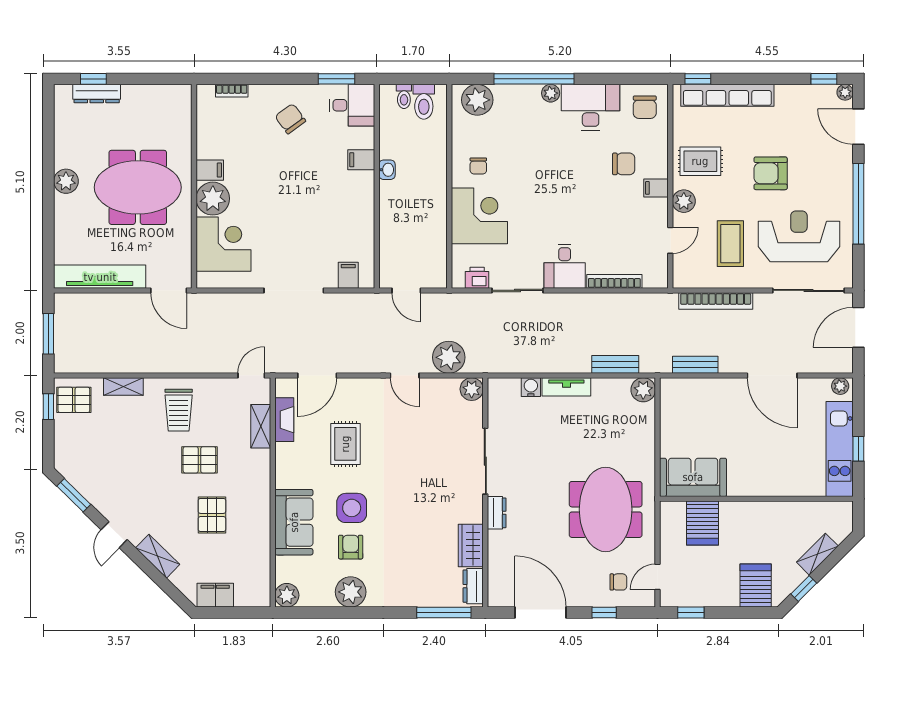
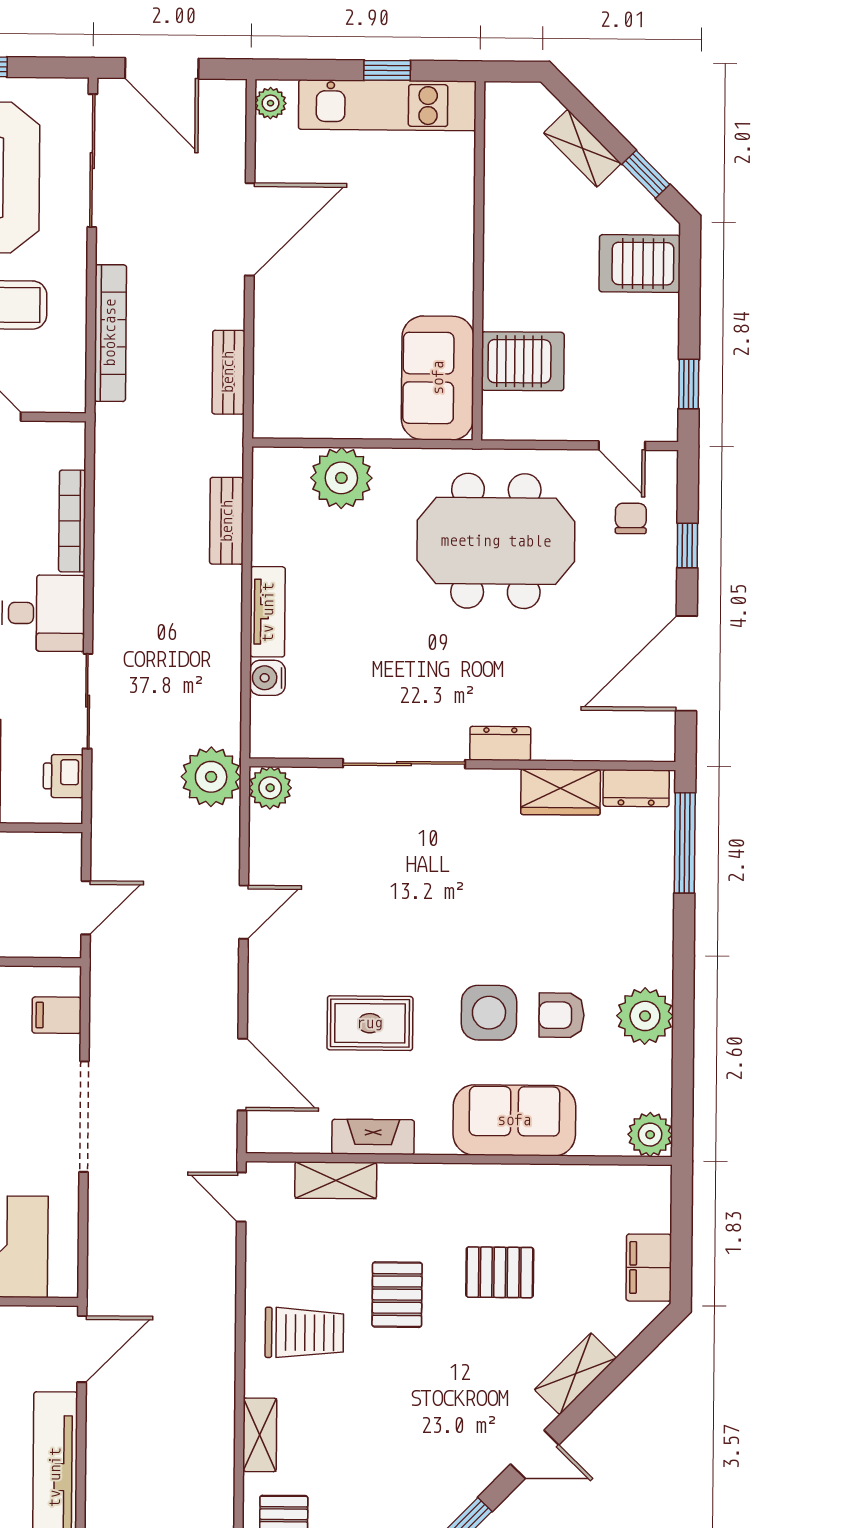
plant: (449, 357) -> (211, 777), moved
plant: (643, 390) -> (341, 478), moved, width x1.36, depth x1.36
fireplace: (284, 420) -> (373, 1137), moved

